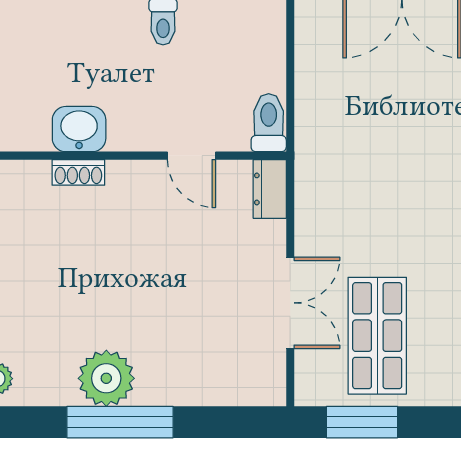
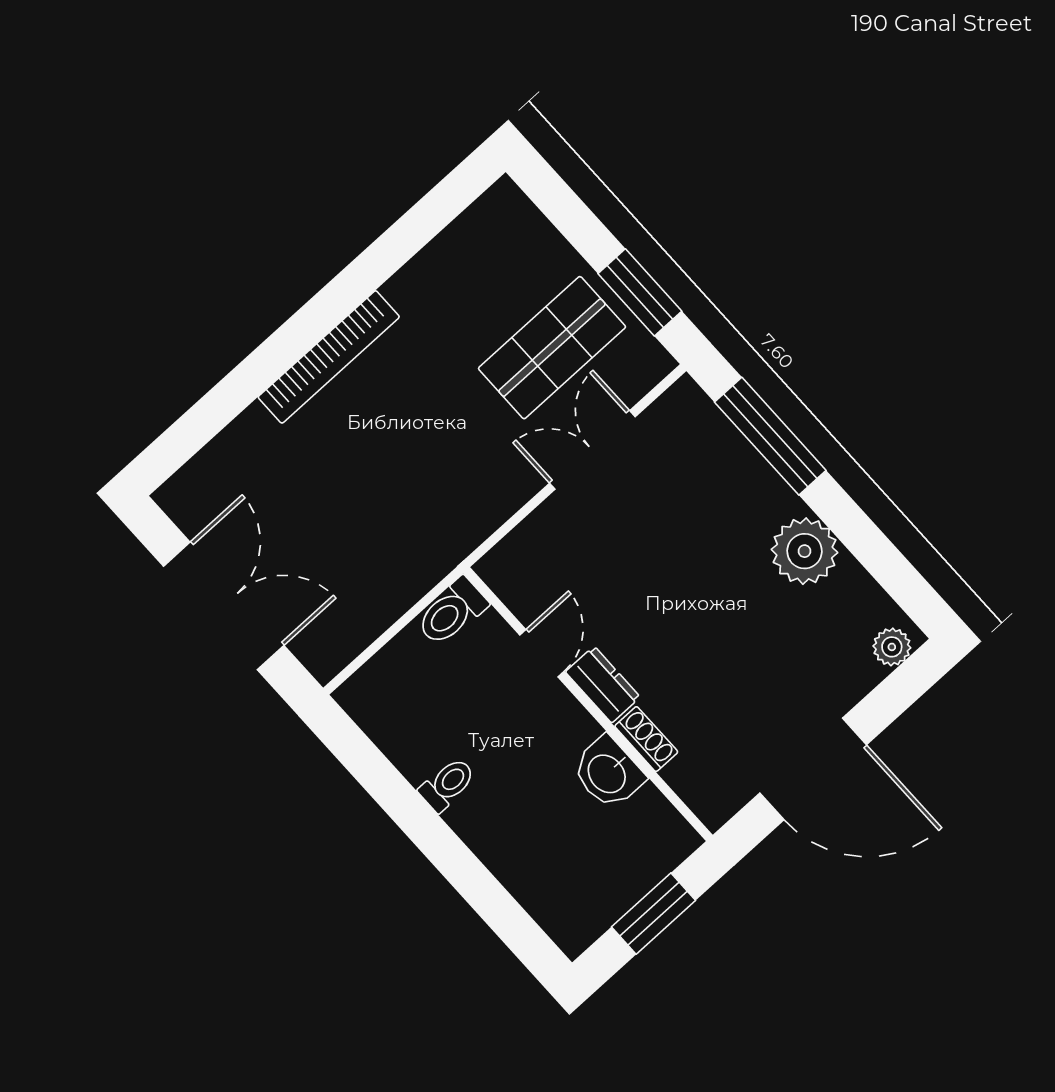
dresser: (270, 189) -> (603, 685), moved, turned -90
window: (120, 422) -> (770, 436), moved

